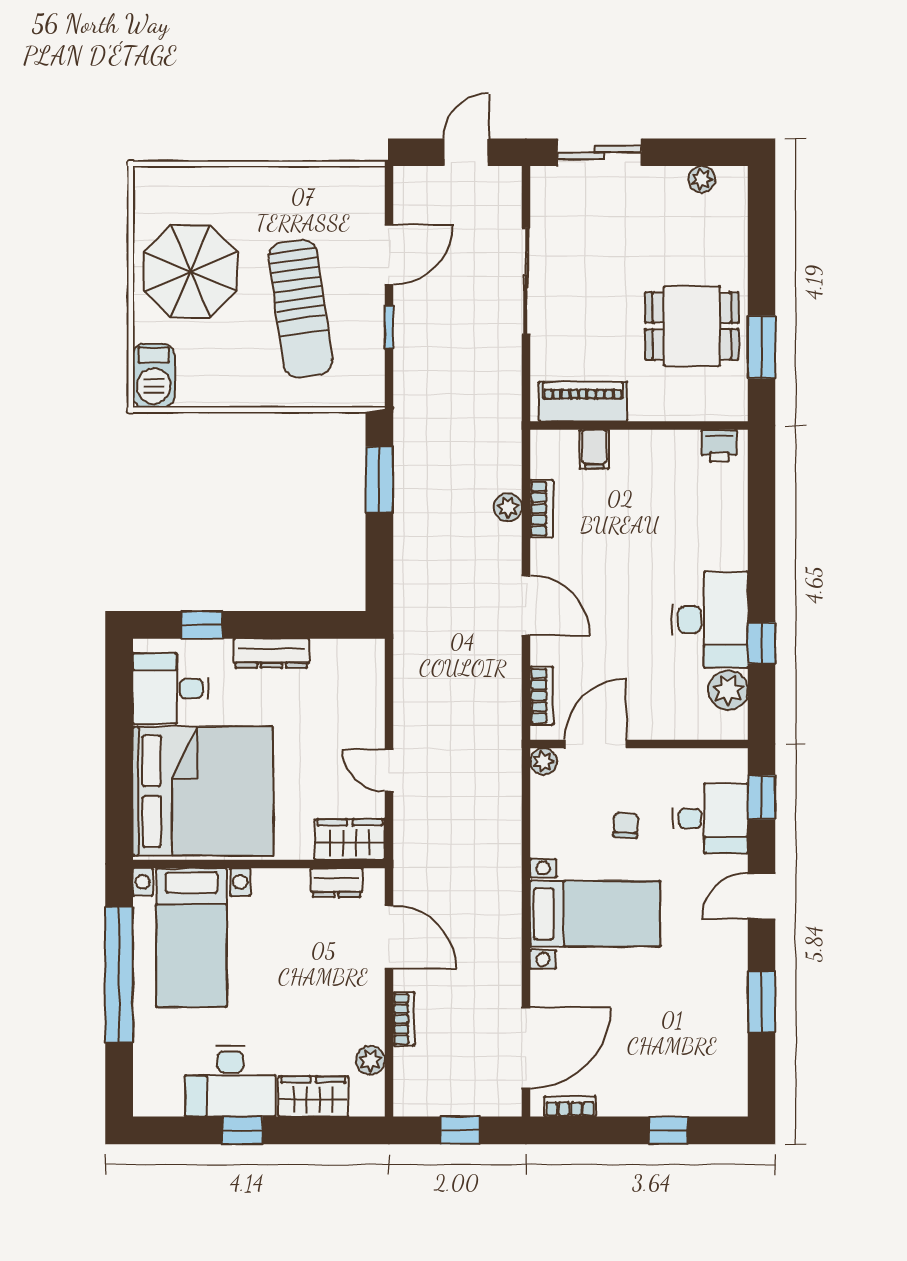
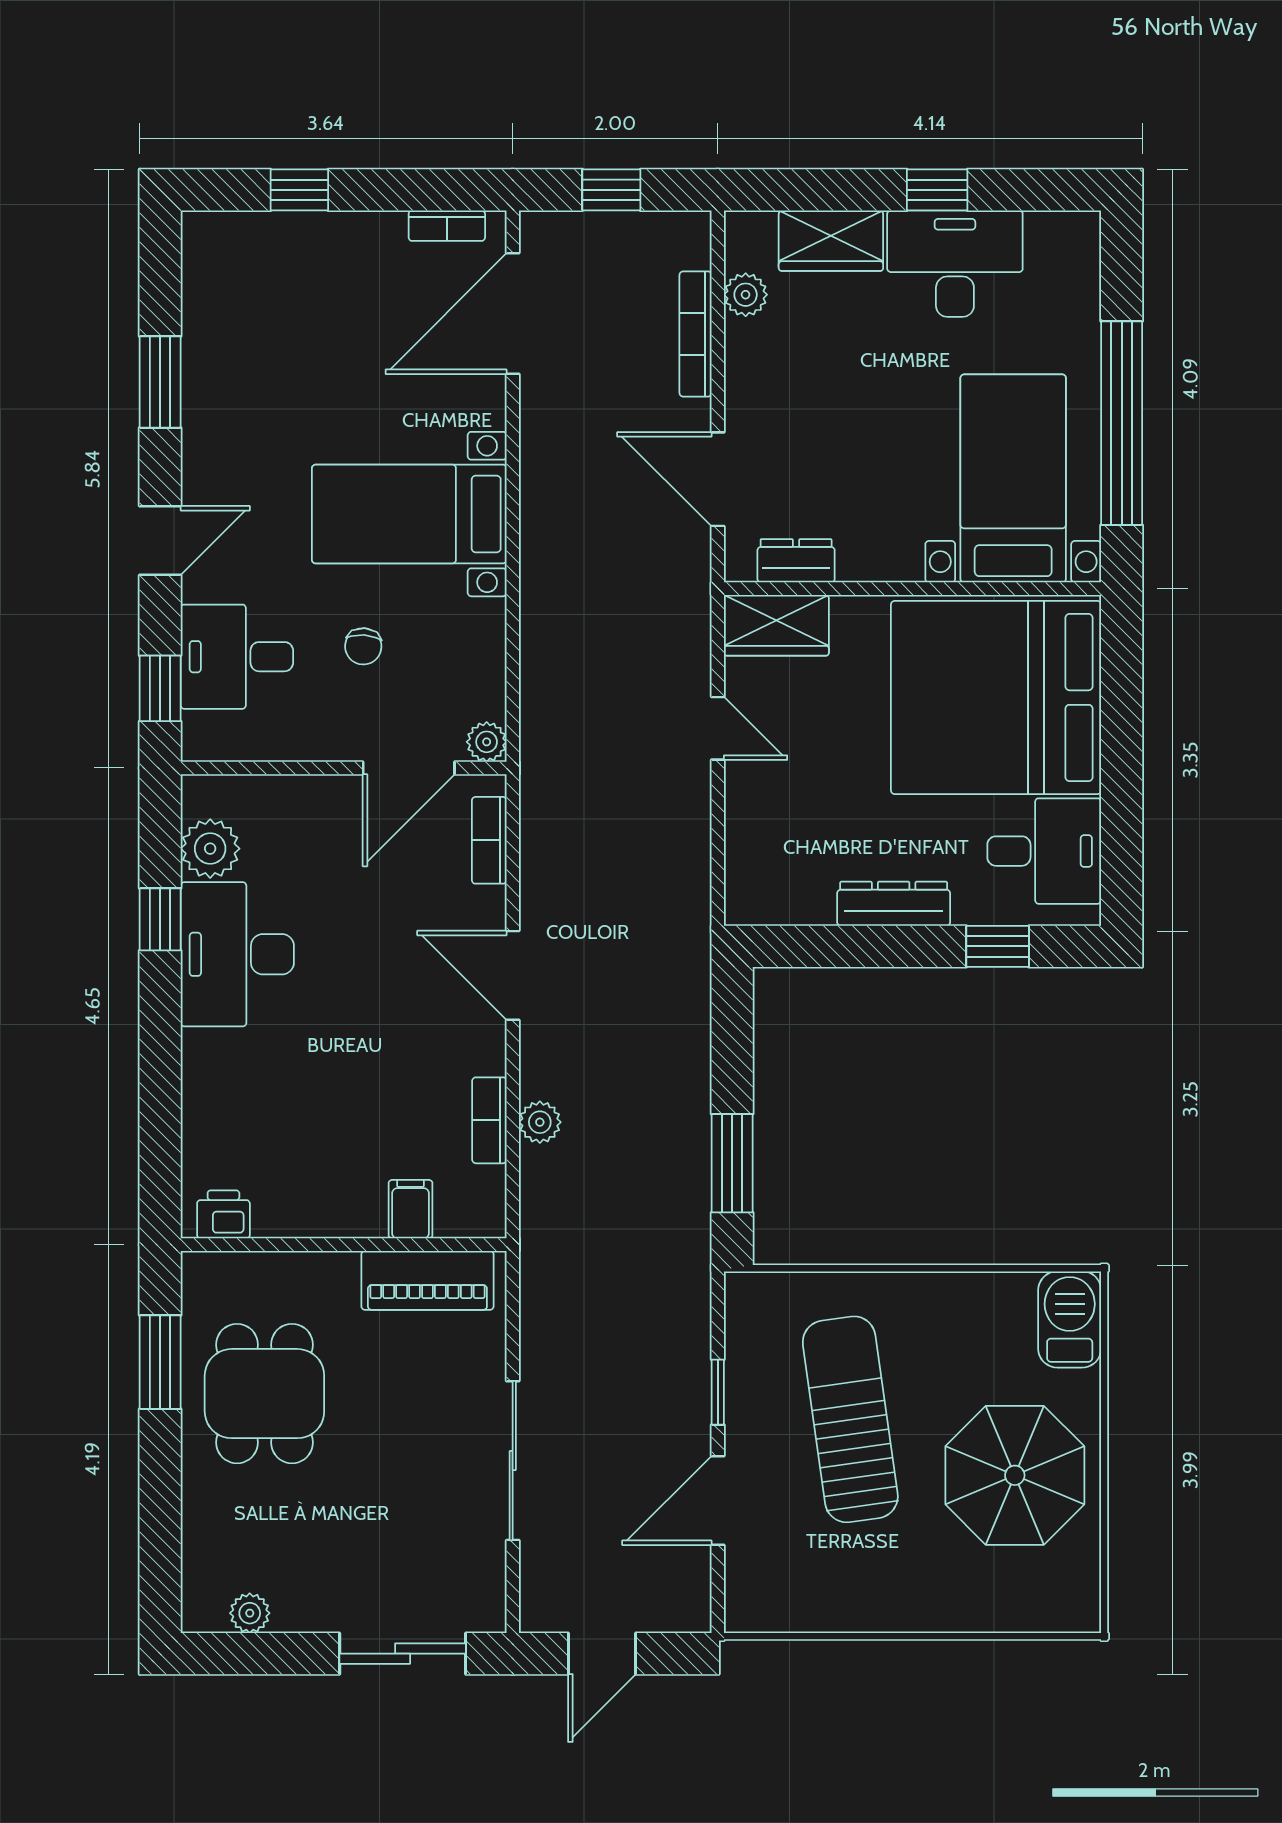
dining table: (692, 326) -> (264, 1394), turned 90
bookcase: (404, 1019) -> (696, 334), width x1.56

